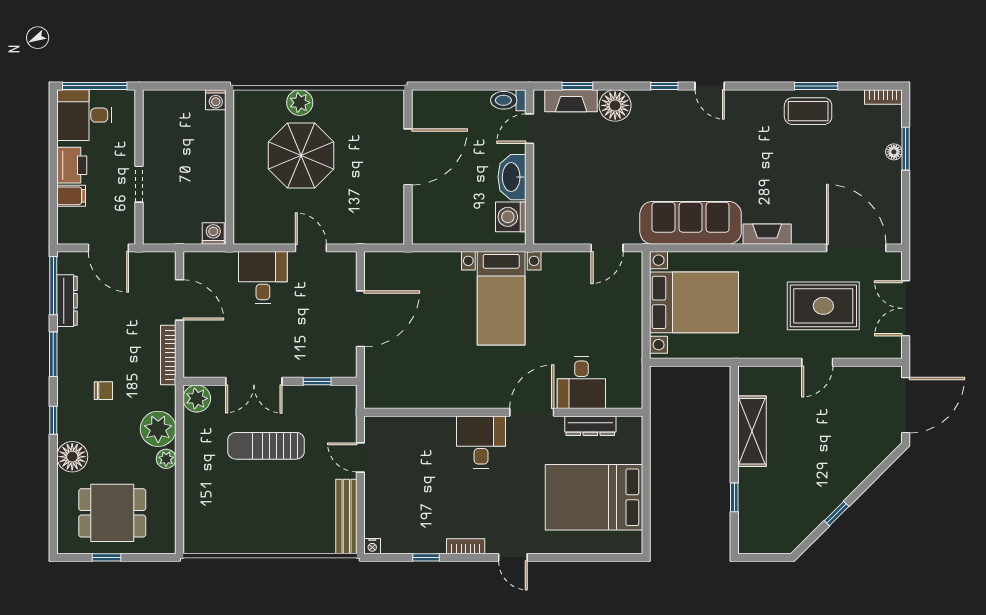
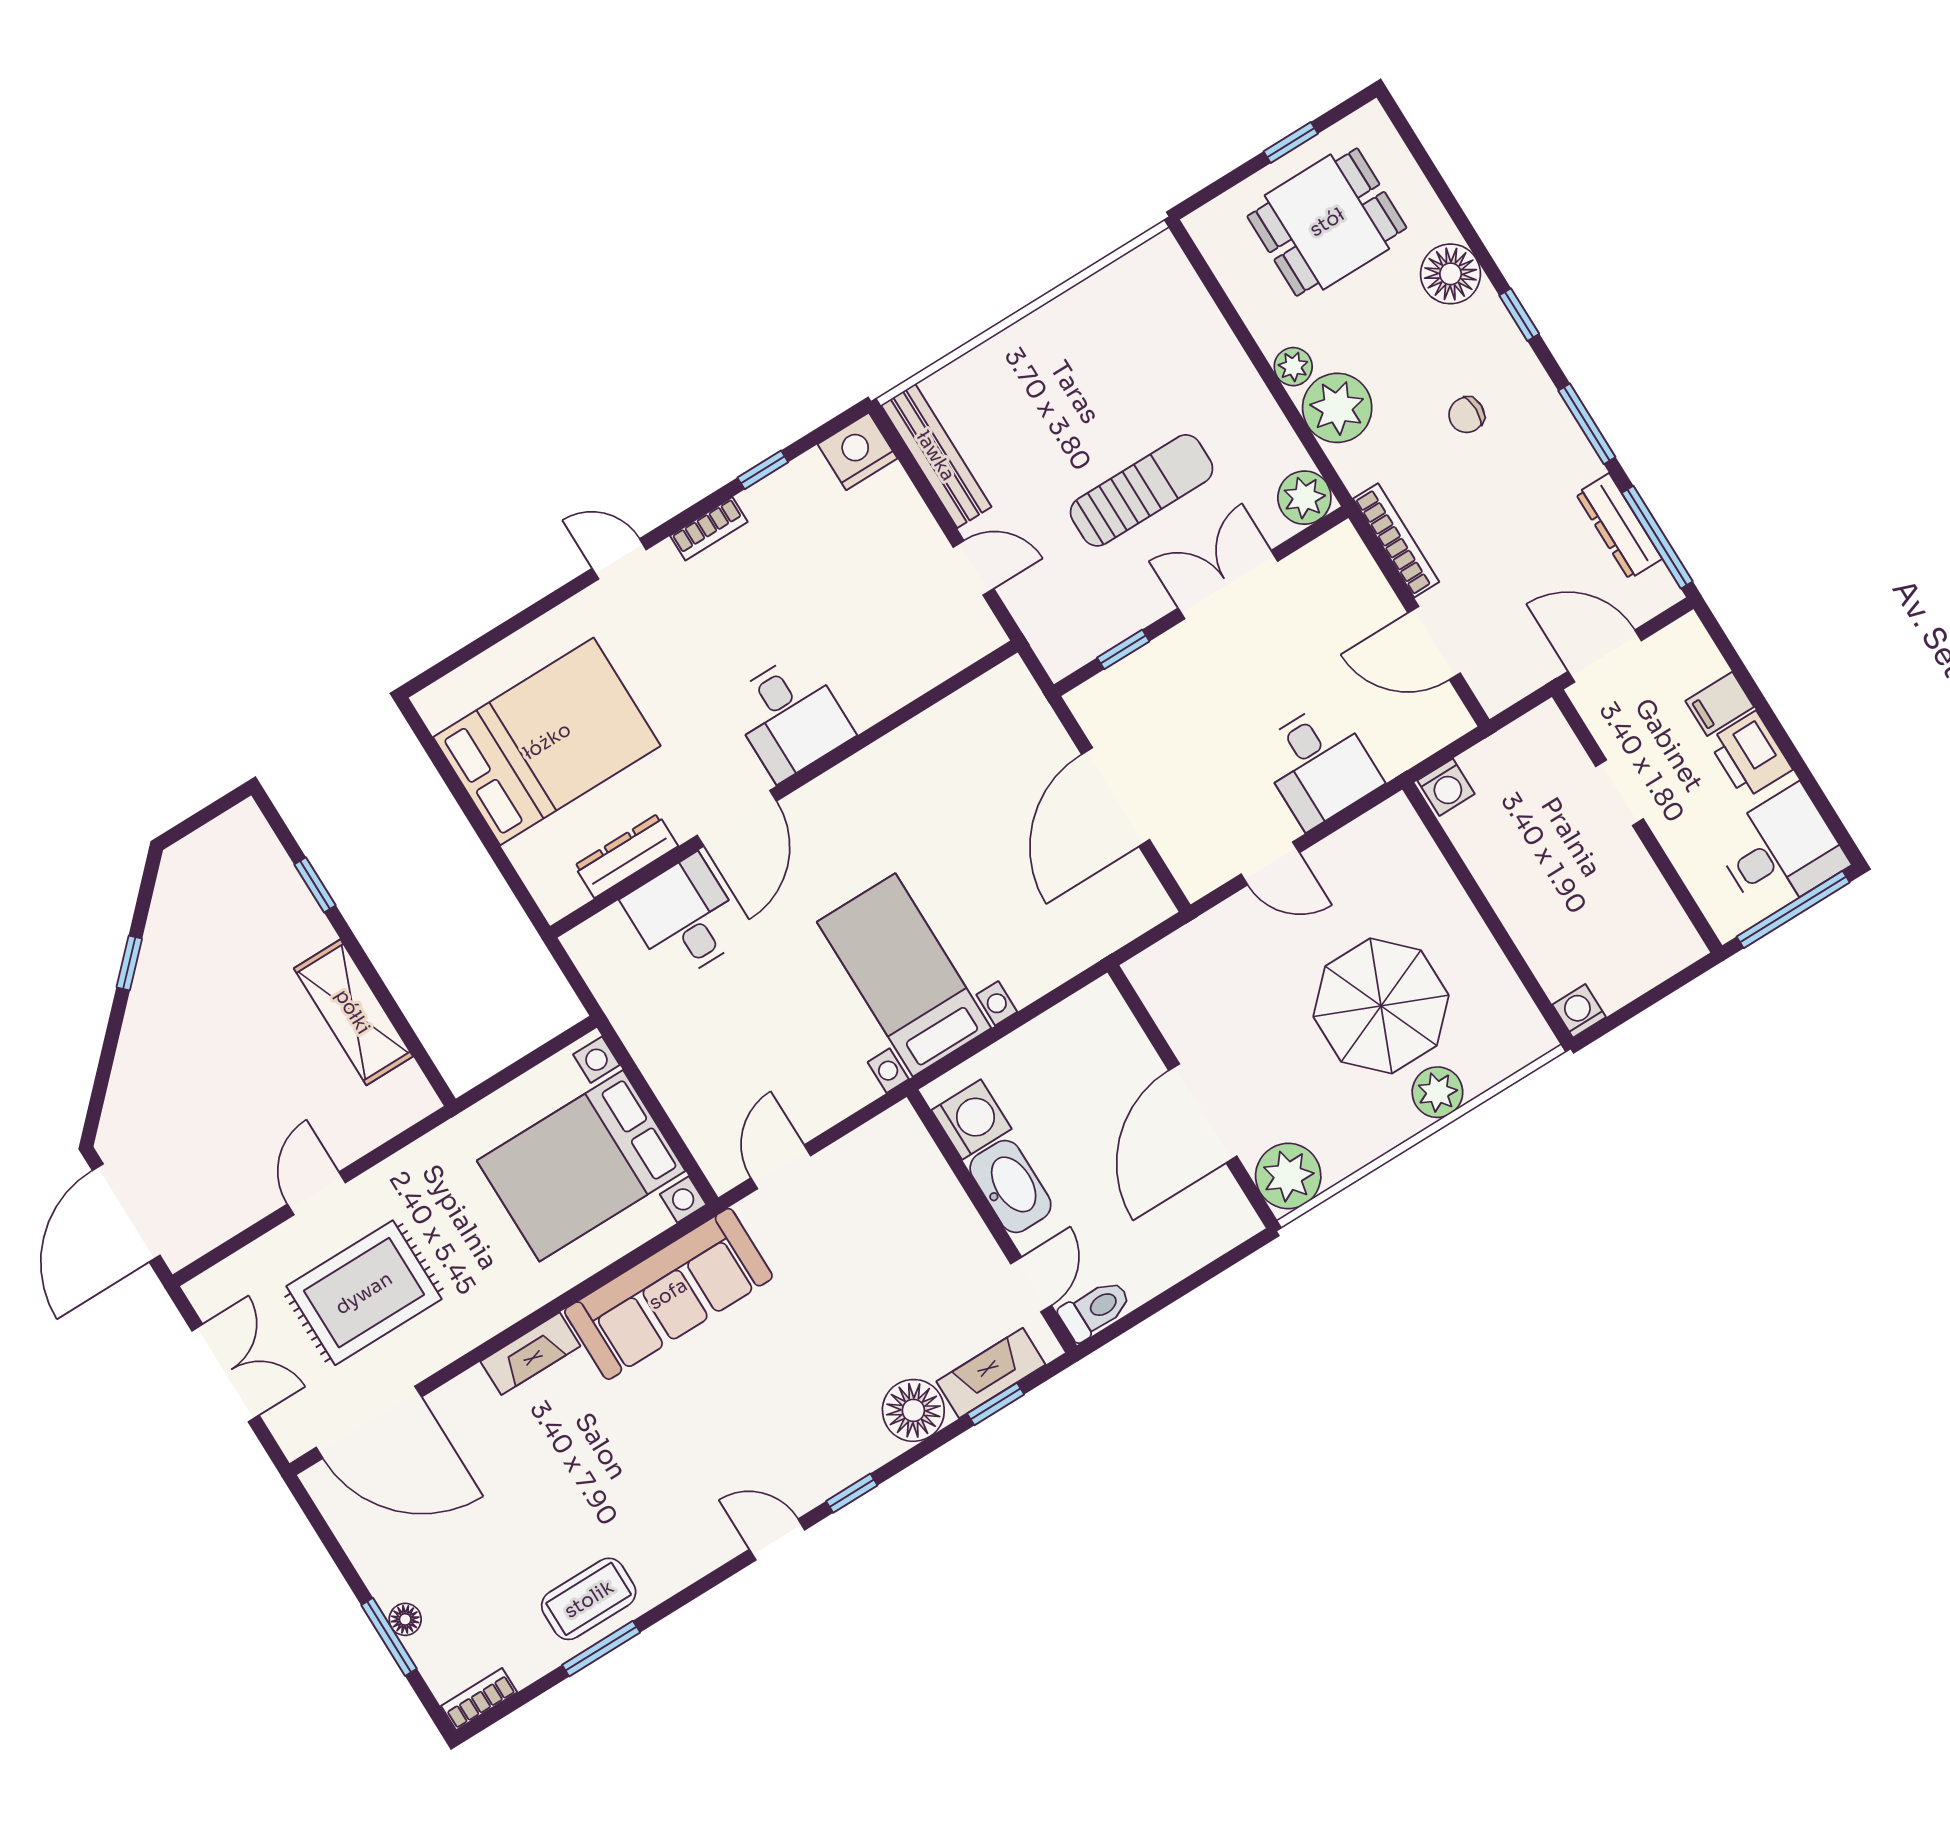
plant: (388, 106) -> (1288, 1176), added
nightstand: (372, 546) -> (857, 451), width x1.89, depth x1.79

